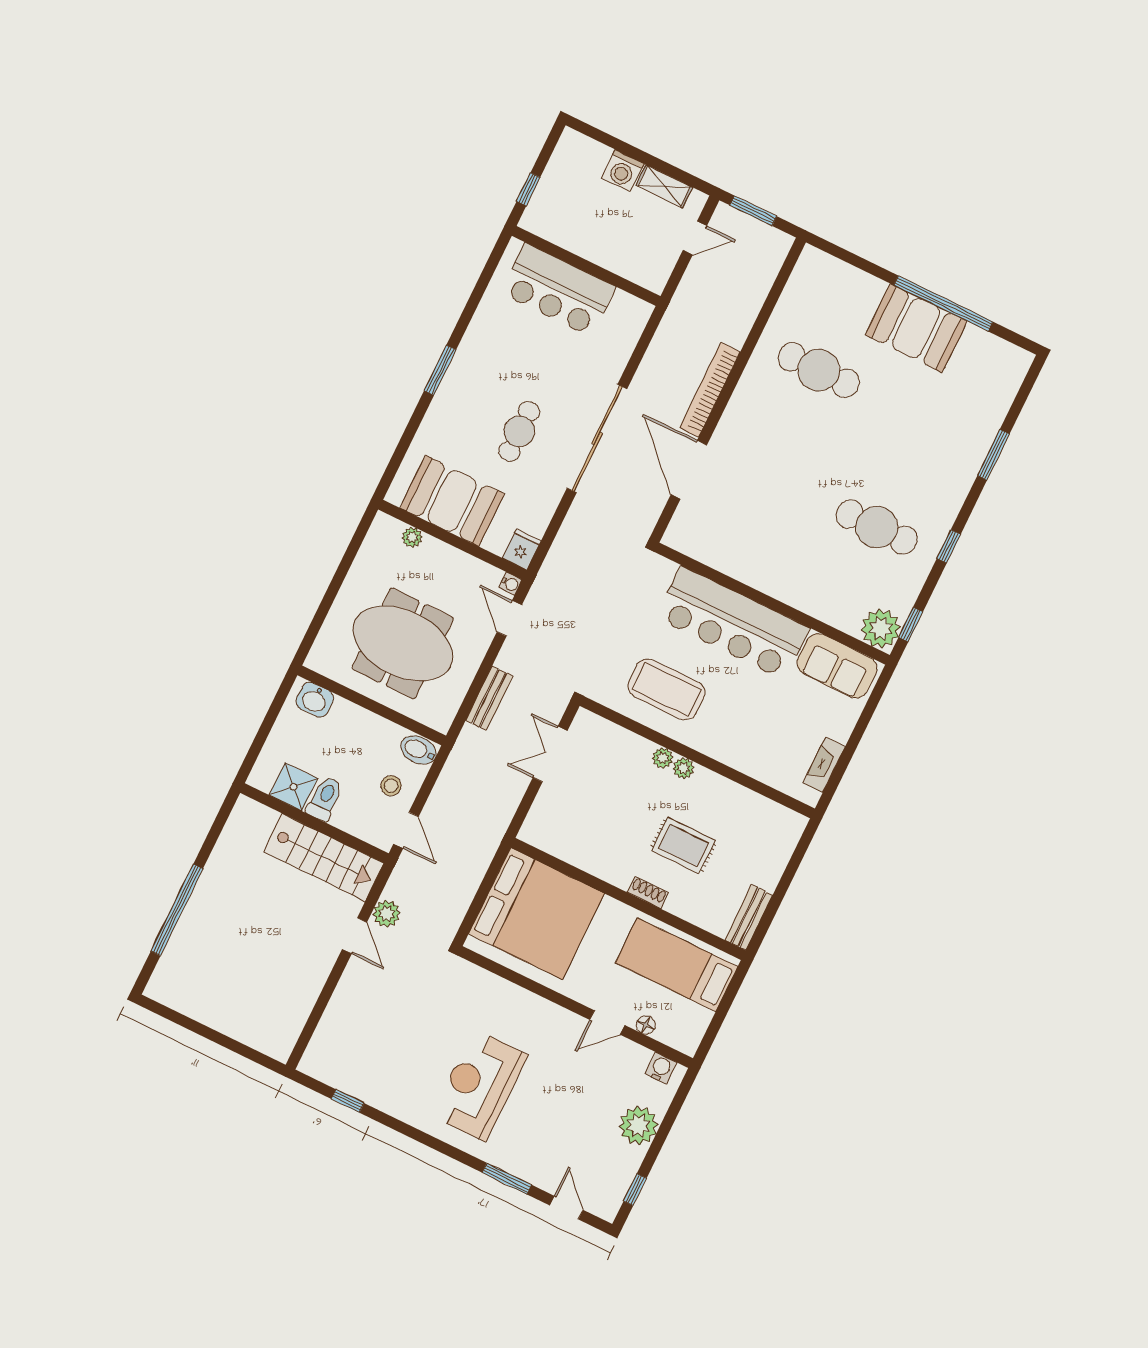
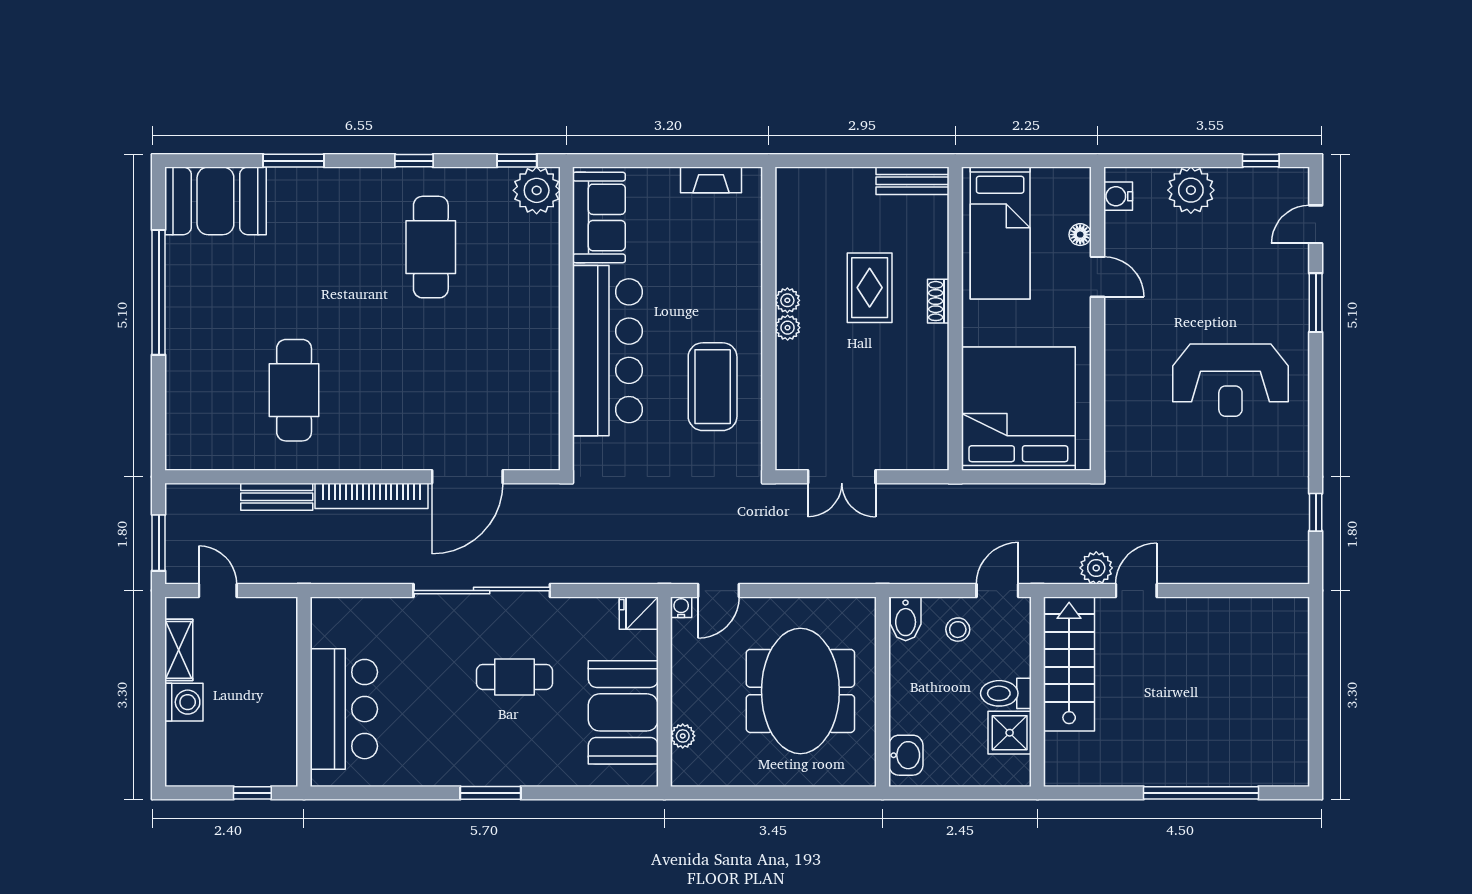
booth: (916, 328) -> (215, 201), moved, turned 90
bench: (489, 698) -> (277, 497), moved
plant: (663, 758) -> (787, 300), moved

